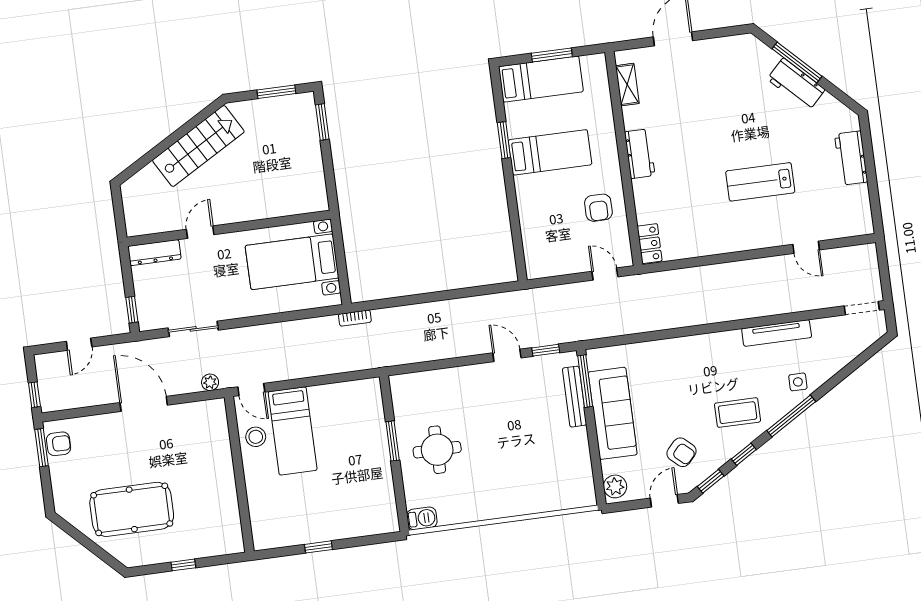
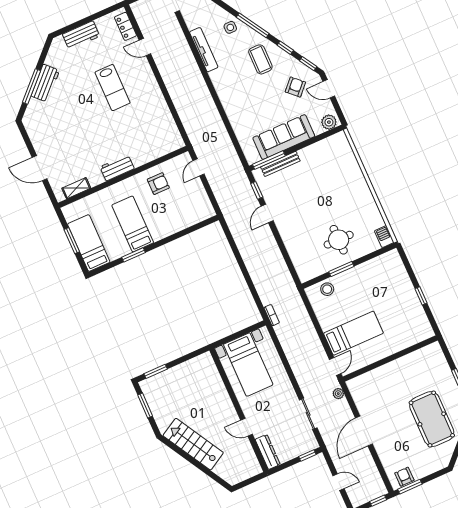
locker: (650, 244) -> (125, 26), moved, turned -90
door: (806, 247) -> (145, 47), swing flipped
stool: (256, 437) -> (327, 289), moved

